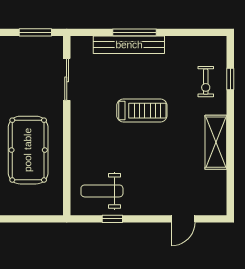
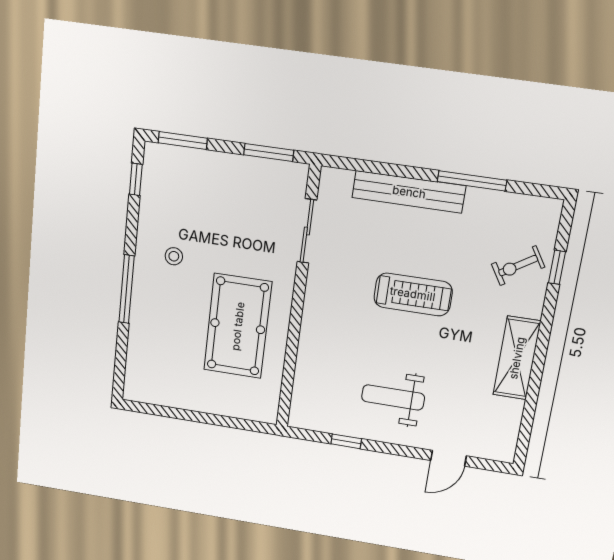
window: (134, 32) -> (472, 181), moved
exercise bike: (206, 82) -> (518, 266), turned 58
weight bench: (102, 191) -> (393, 397), moved

